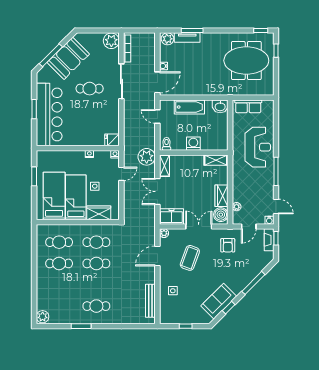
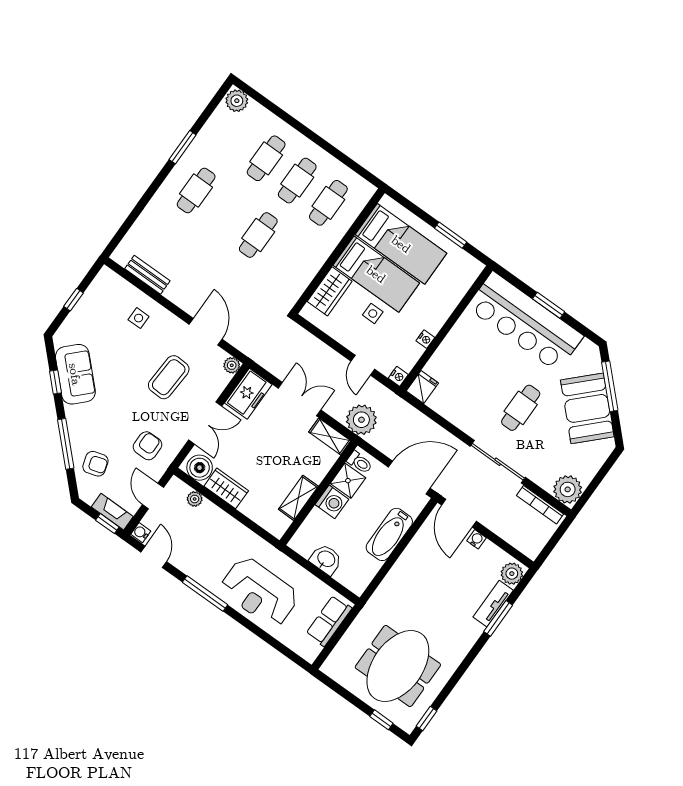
washbasin: (220, 106) -> (326, 559), moved, turned 90
door: (157, 116) -> (409, 478), width x1.88
shower: (179, 143) -> (348, 481), added
shelving: (216, 160) -> (298, 498), moved
door: (276, 206) -> (154, 557), swing flipped
cafe table: (96, 242) -> (266, 158), moved
armchair: (228, 245) -> (148, 446), turned 90
coffee table: (190, 258) -> (169, 377), turned 73
armchair: (253, 263) -> (95, 464), added
bench: (150, 301) -> (147, 275), width x0.73

